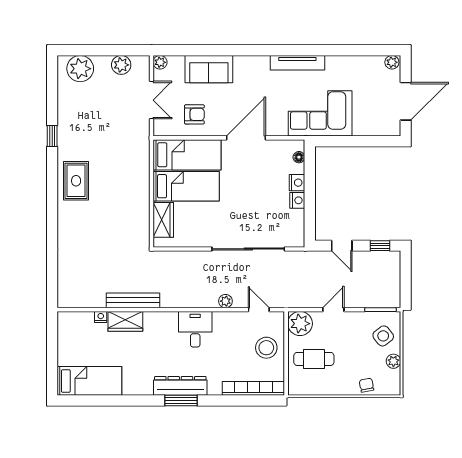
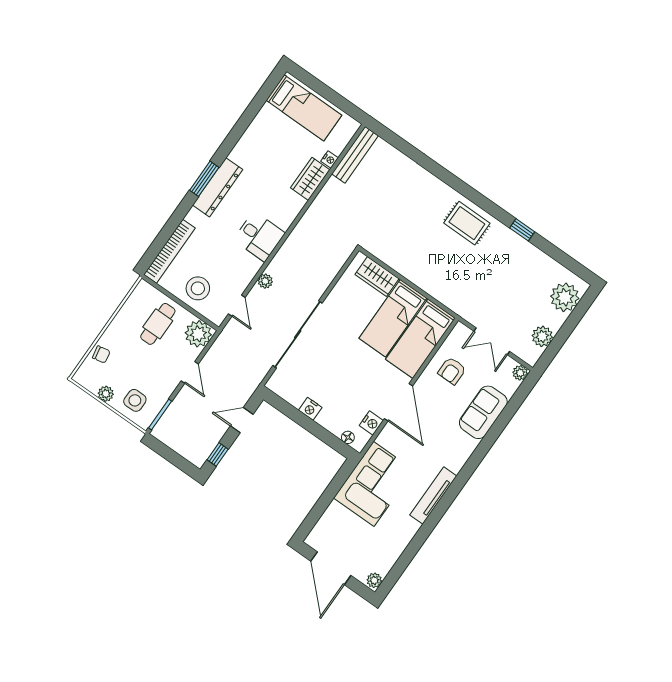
nightstand: (297, 183) -> (371, 423), moved, turned -90
bench: (133, 300) -> (355, 155), moved
door: (259, 310) -> (237, 306), hinge flipped
side table: (383, 336) -> (135, 400), turned 38
bed: (89, 381) -> (304, 108), moved, turned -90

